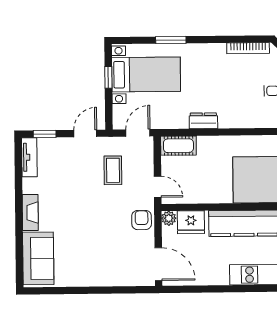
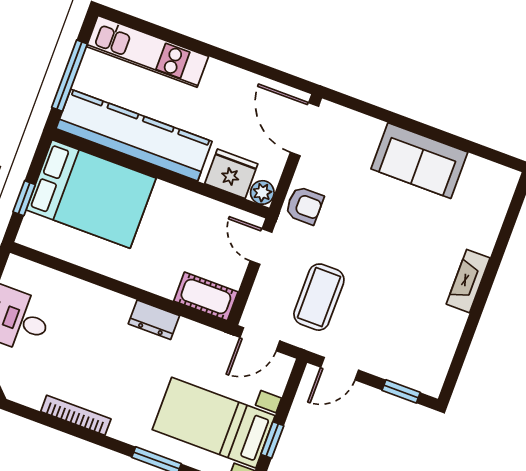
bookcase: (248, 48) -> (76, 415), moved
tv unit: (29, 157) -> (438, 365), removed
coffee table: (113, 170) -> (319, 297), width x1.36, depth x1.30
armchair: (142, 220) -> (304, 205), turned -90
sofa: (38, 258) -> (419, 161), moved, turned -90

